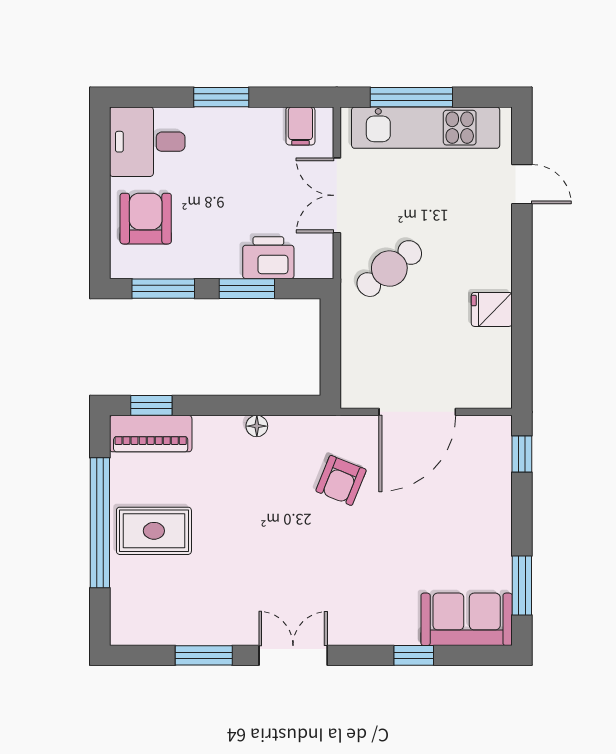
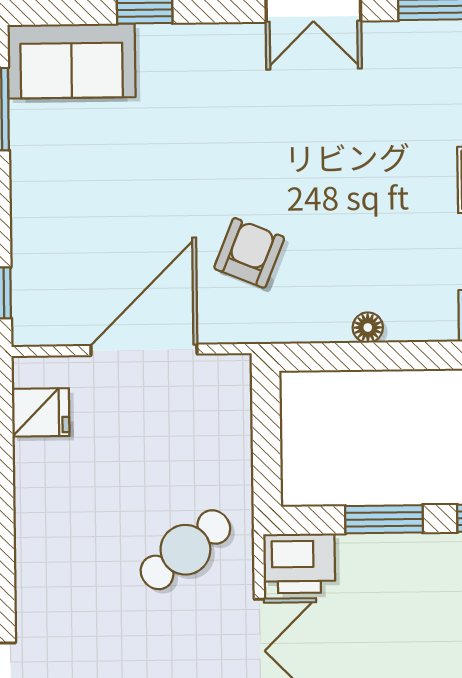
printer: (268, 258) -> (299, 563), moved
fridge: (492, 309) -> (41, 412), moved

